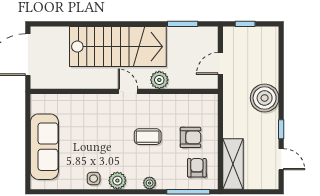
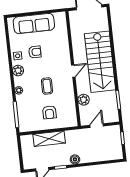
door: (220, 63) -> (97, 126), hinge flipped
plant: (159, 80) -> (84, 100), moved
boiler: (265, 98) -> (75, 159), width x0.54, depth x0.54
shelving: (233, 164) -> (49, 139), moved
armchair: (197, 168) -> (35, 52), moved

